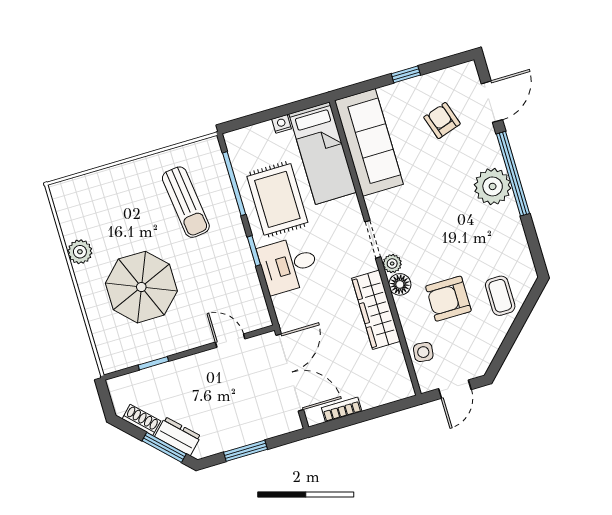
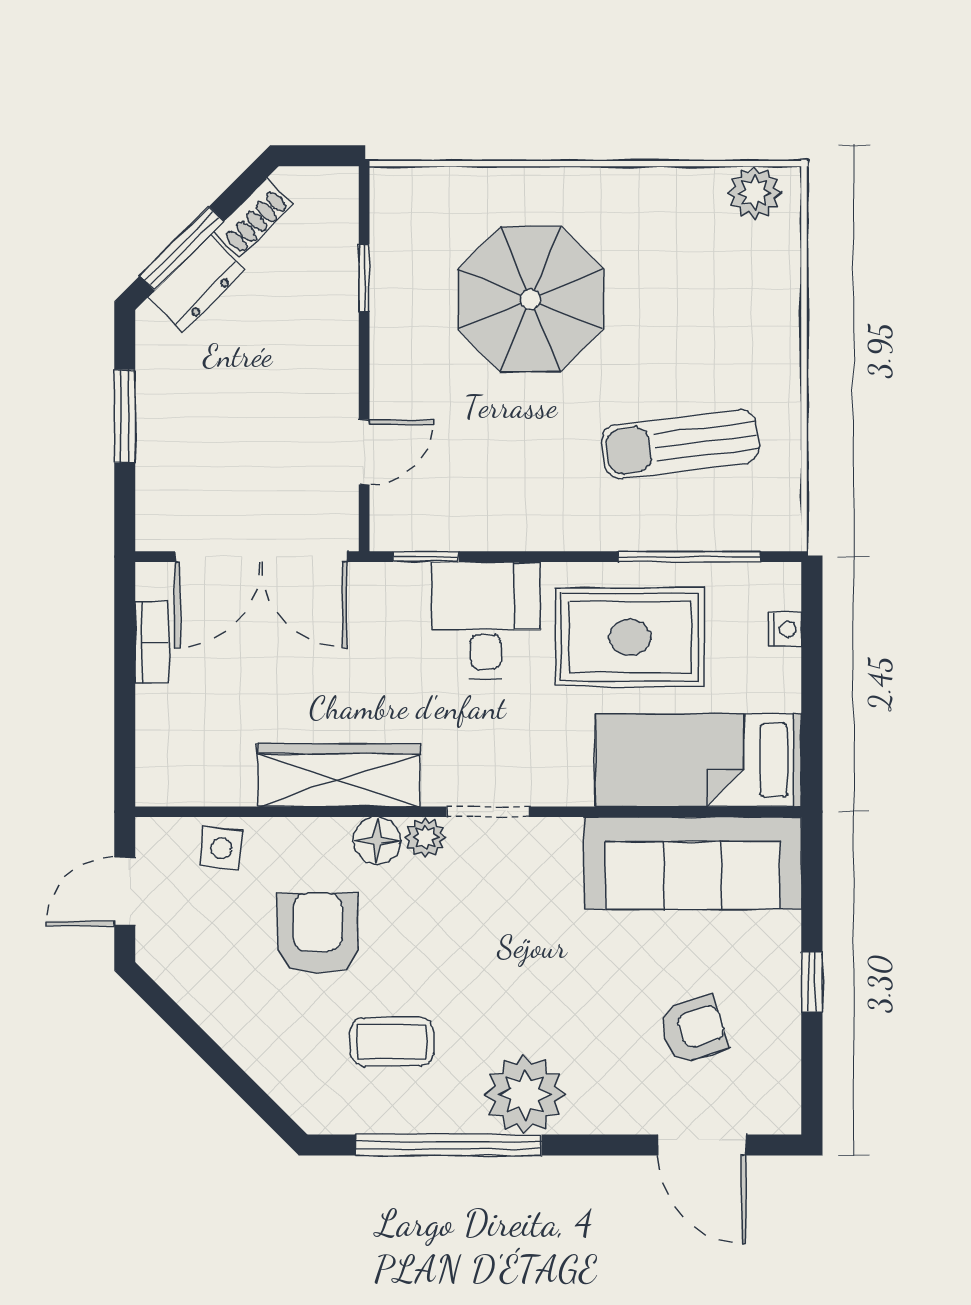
nightstand: (282, 124) -> (785, 629), moved
window: (513, 174) -> (449, 1145), moved
window: (254, 251) -> (426, 557), moved
plant: (80, 252) -> (755, 193), moved
coffee table: (500, 296) -> (392, 1042), moved
door: (455, 389) -> (125, 891), hinge flipped

